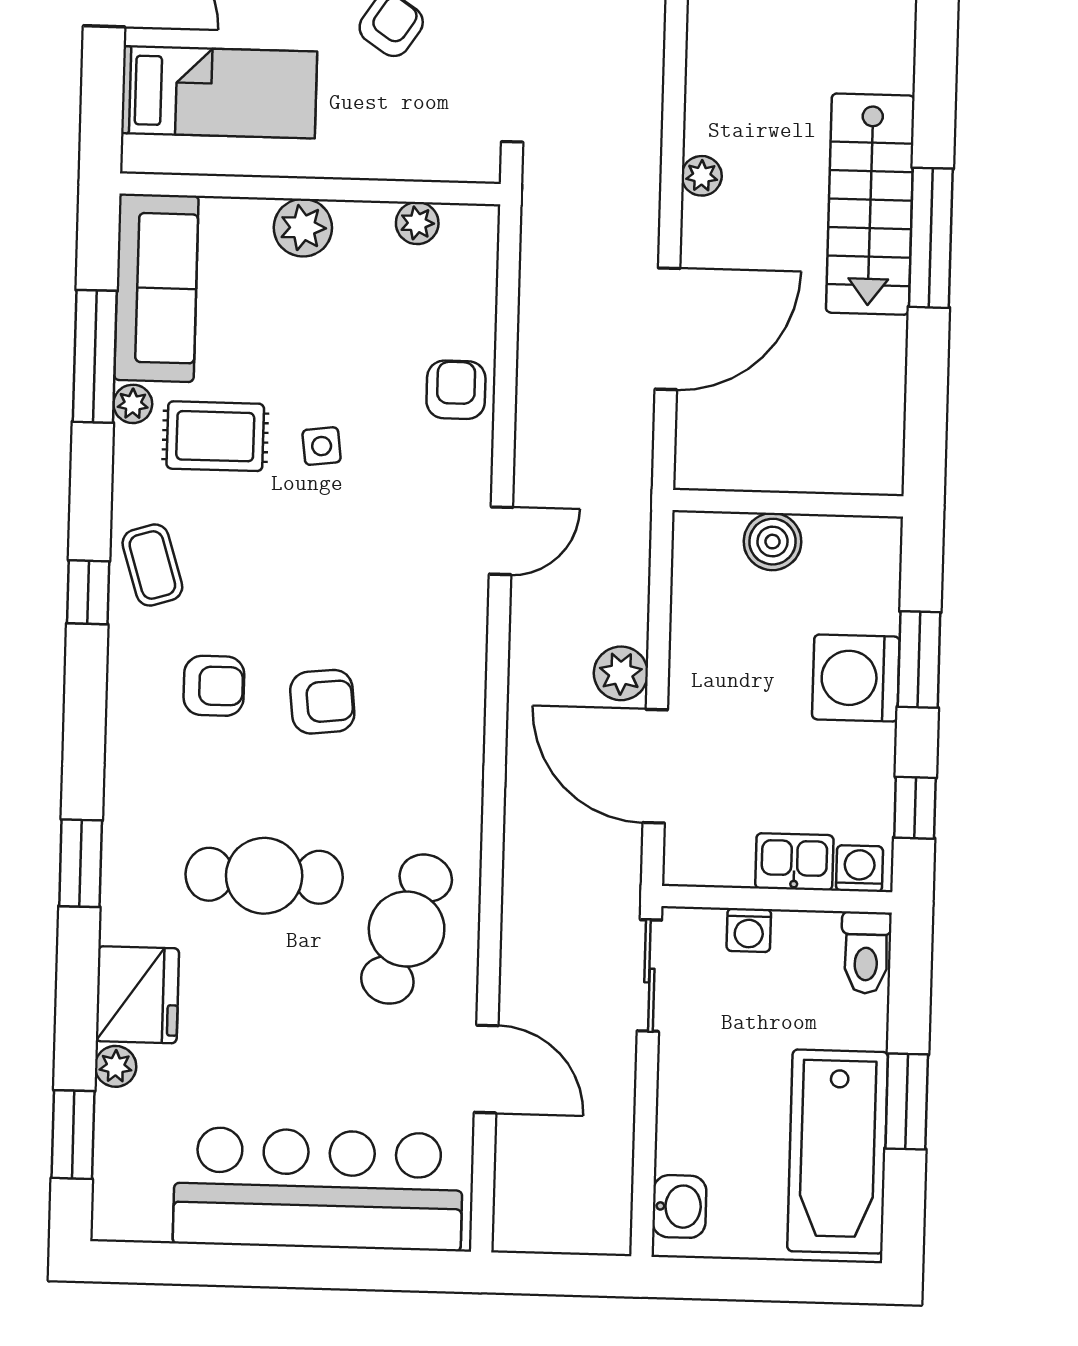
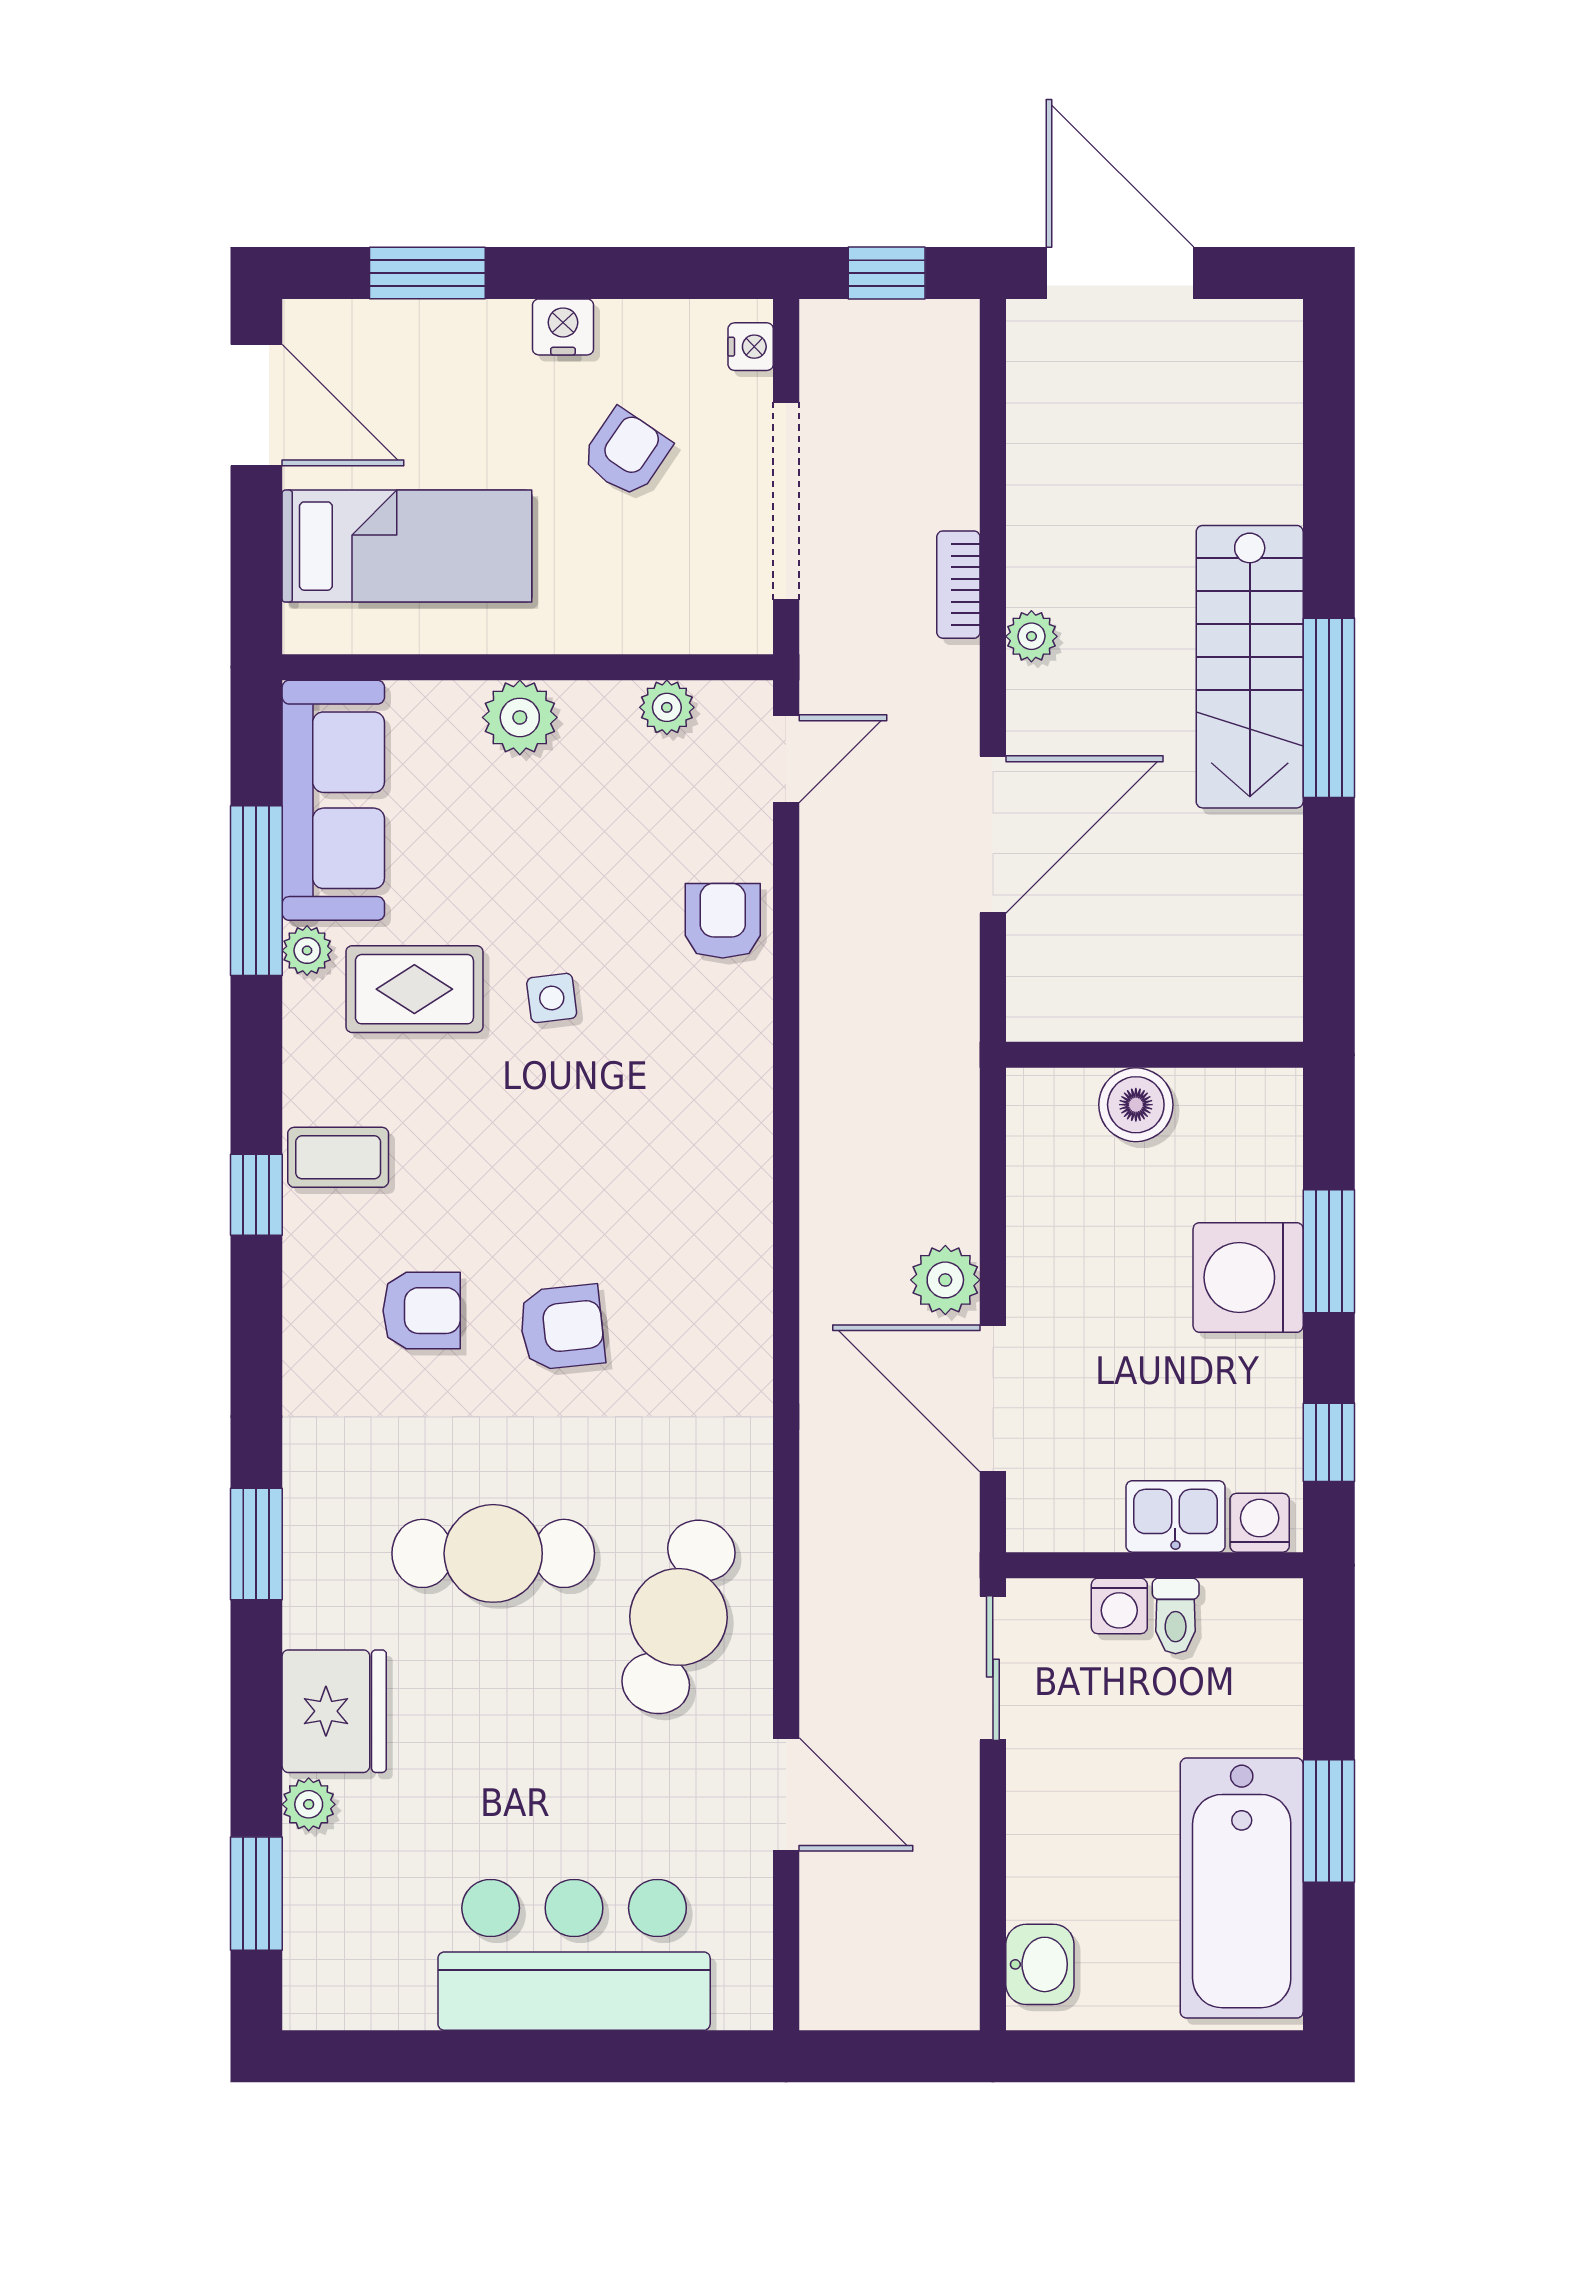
bookcase: (646, 134) -> (958, 585), added
door: (501, 541) -> (786, 759), moved
coffee table: (152, 565) -> (338, 1157), turned -73
toilet: (866, 953) -> (1176, 1616), moved, width x0.73, depth x0.72
bar counter: (318, 1189) -> (574, 1955), width x0.73

